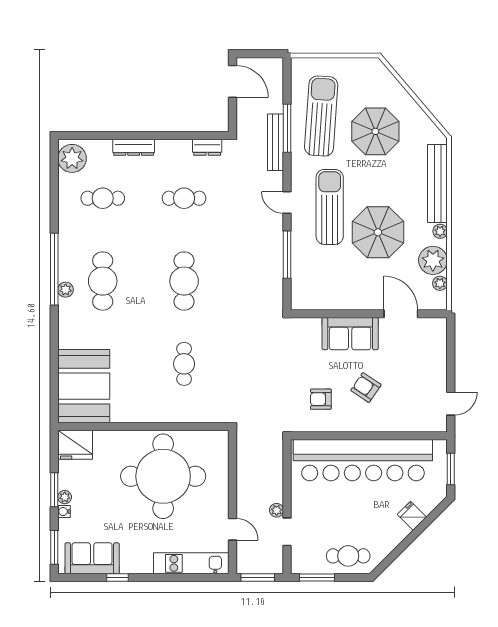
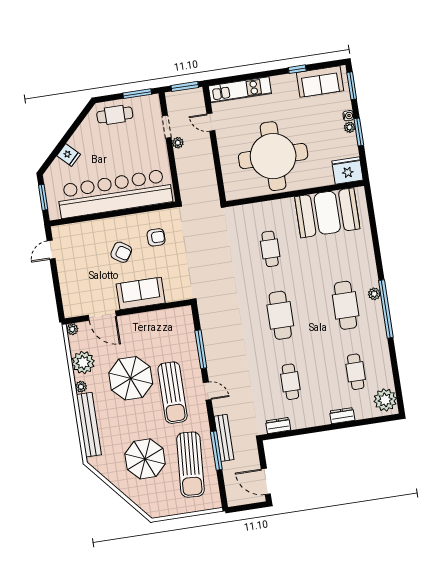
dresser: (134, 147) -> (342, 416), width x0.70
cafe table: (103, 198) -> (356, 372), turned 90
cafe table: (184, 198) -> (290, 382), turned 90
plant: (440, 283) -> (72, 329), moved
booth: (84, 386) -> (327, 213), moved, turned 90

